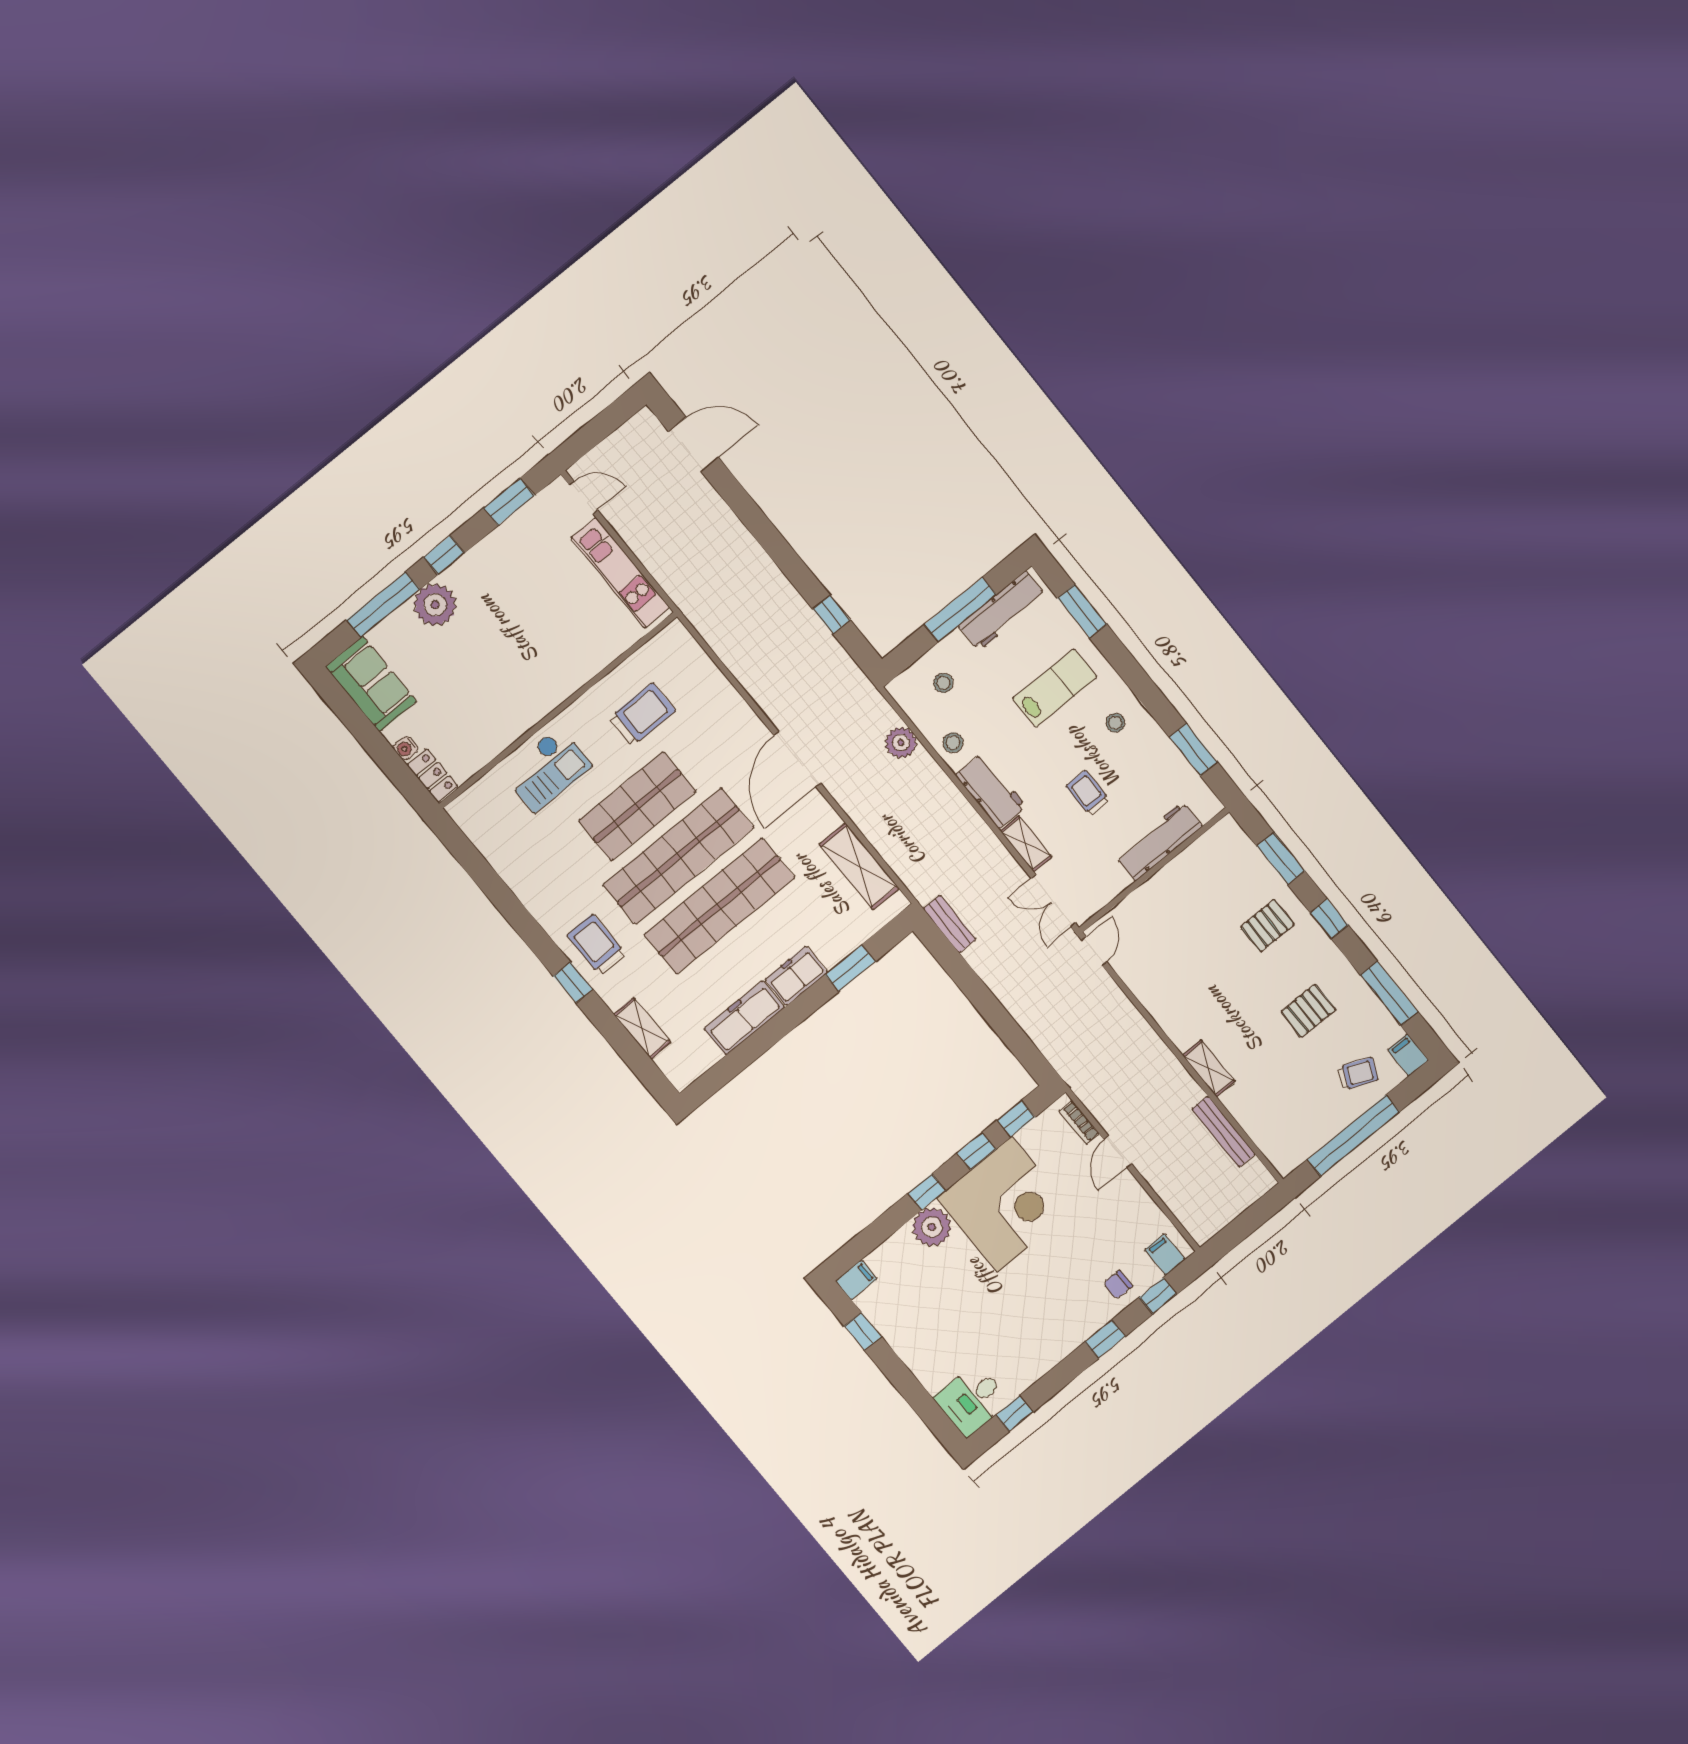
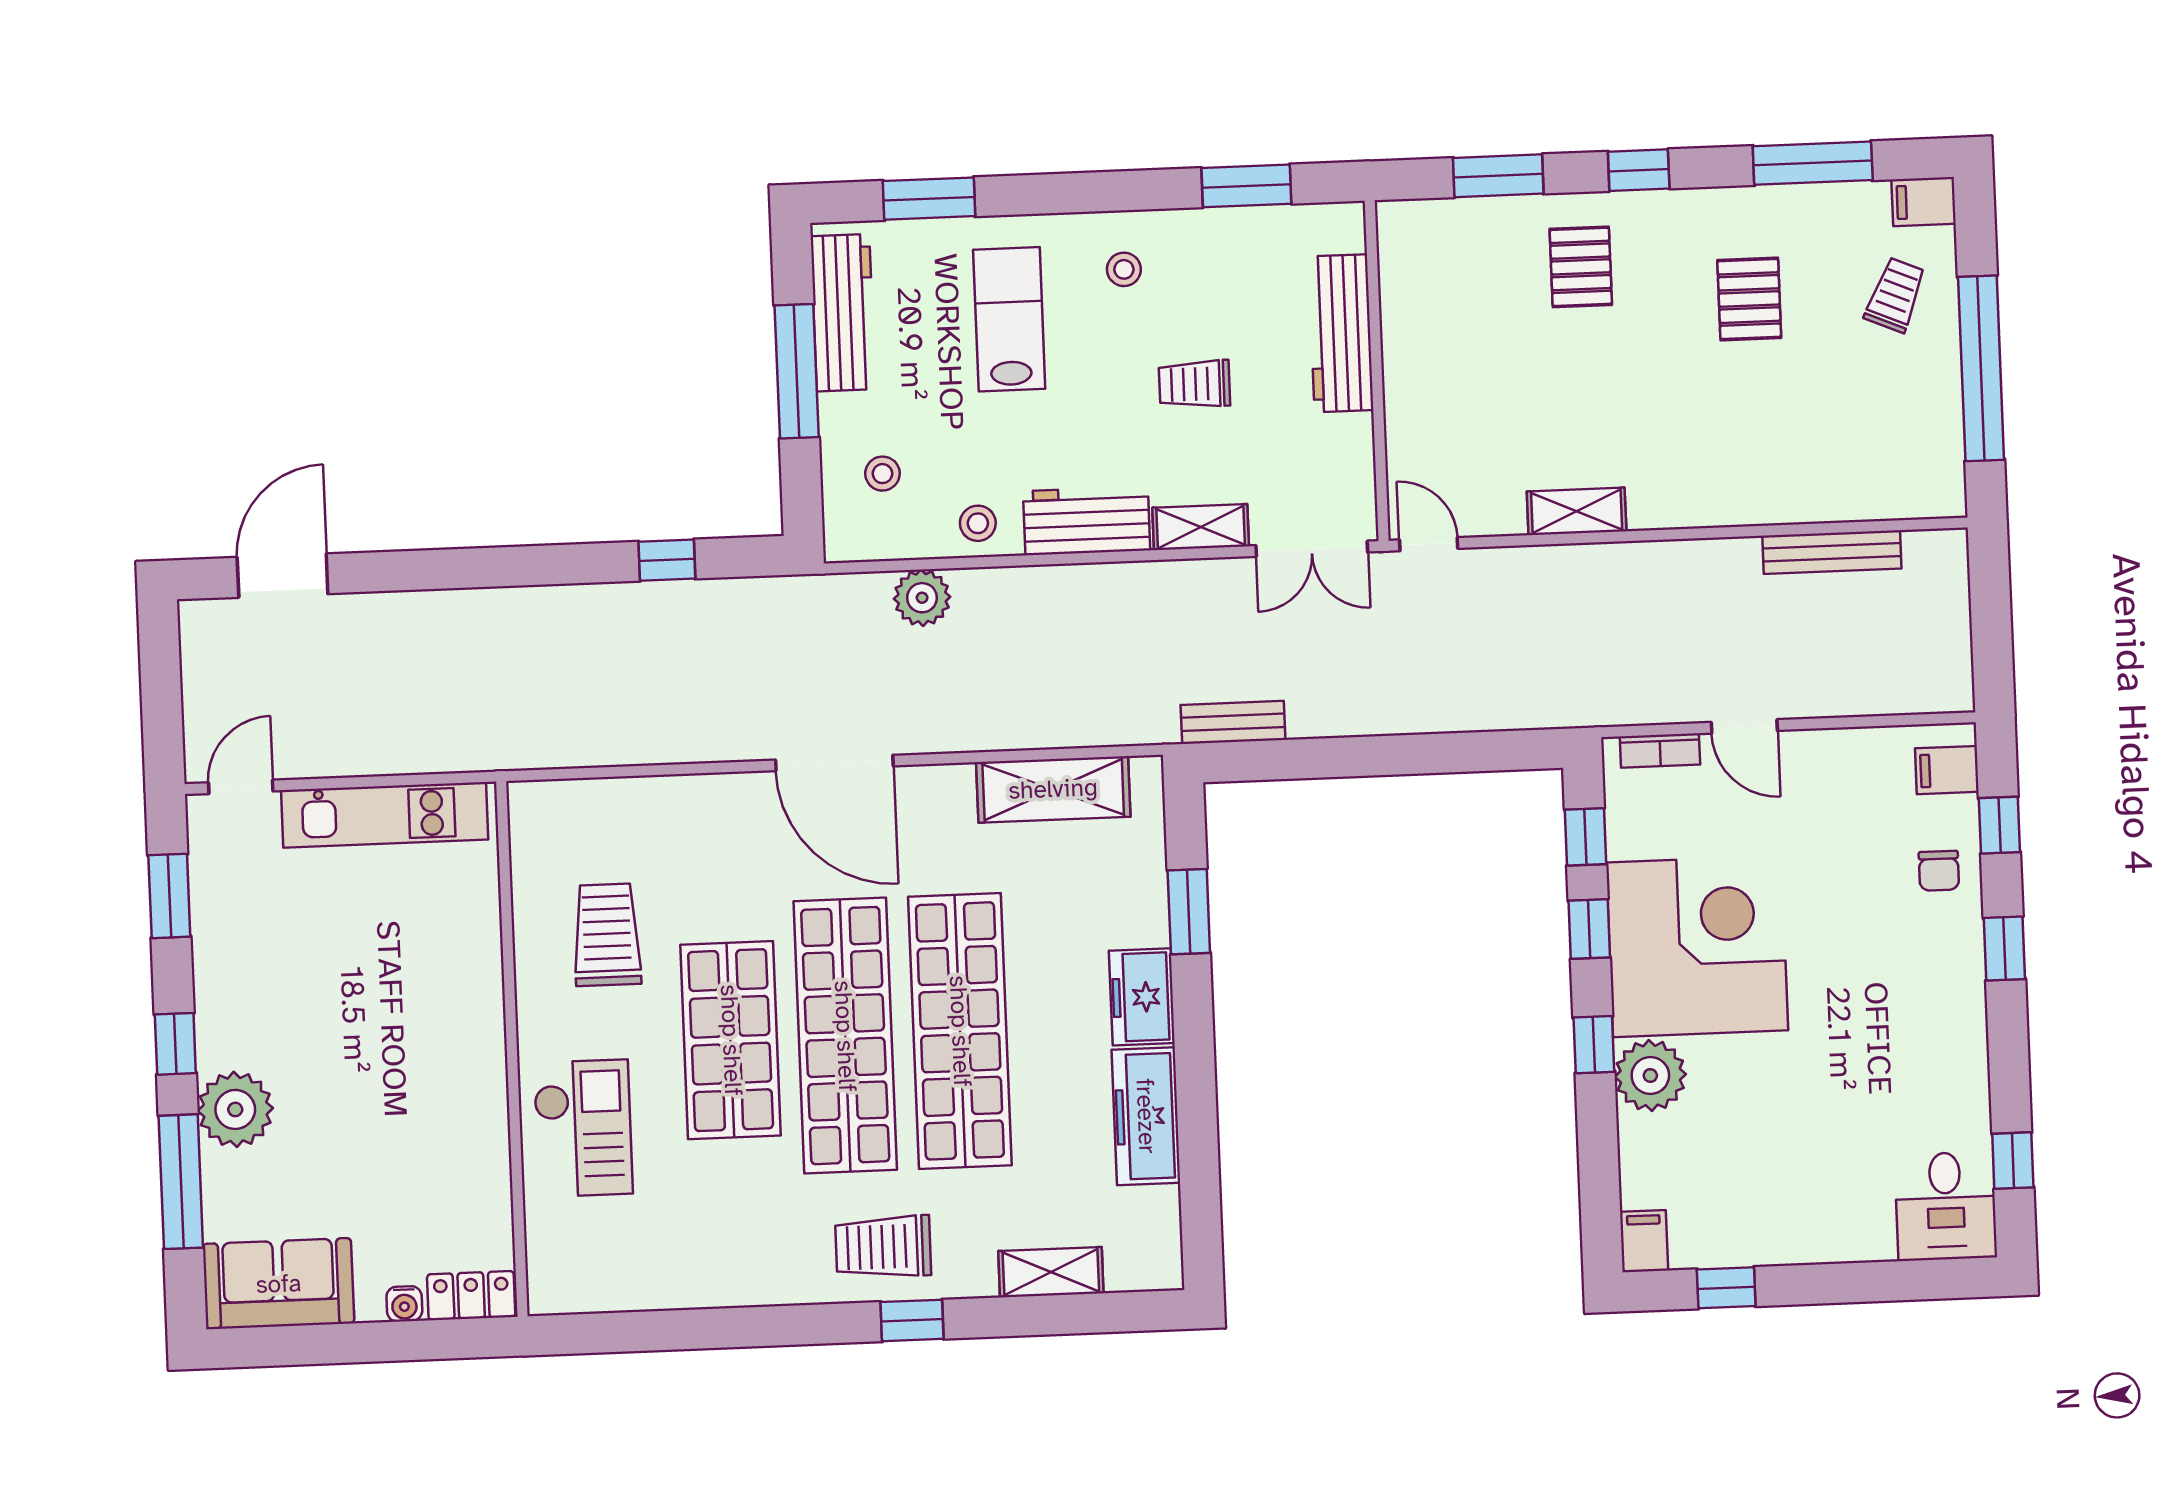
shelving: (1209, 1068) -> (1577, 511), moved

